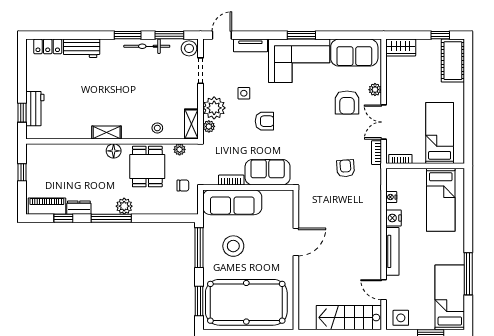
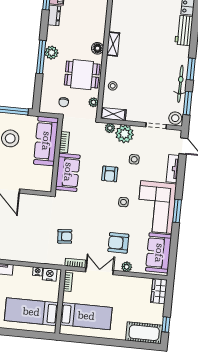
side table: (297, 101) -> (124, 202), added
window: (111, 218) -> (41, 57), moved
nightstand: (393, 218) -> (50, 274), moved

